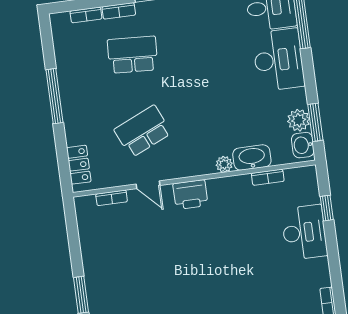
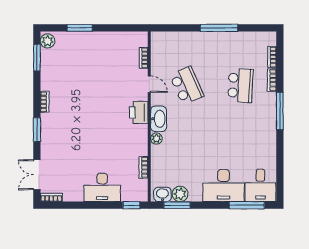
washbasin: (252, 158) -> (159, 119), moved
locker: (79, 165) -> (170, 38), removed
door: (148, 185) -> (149, 84), swing flipped
window: (327, 208) -> (131, 205), moved

